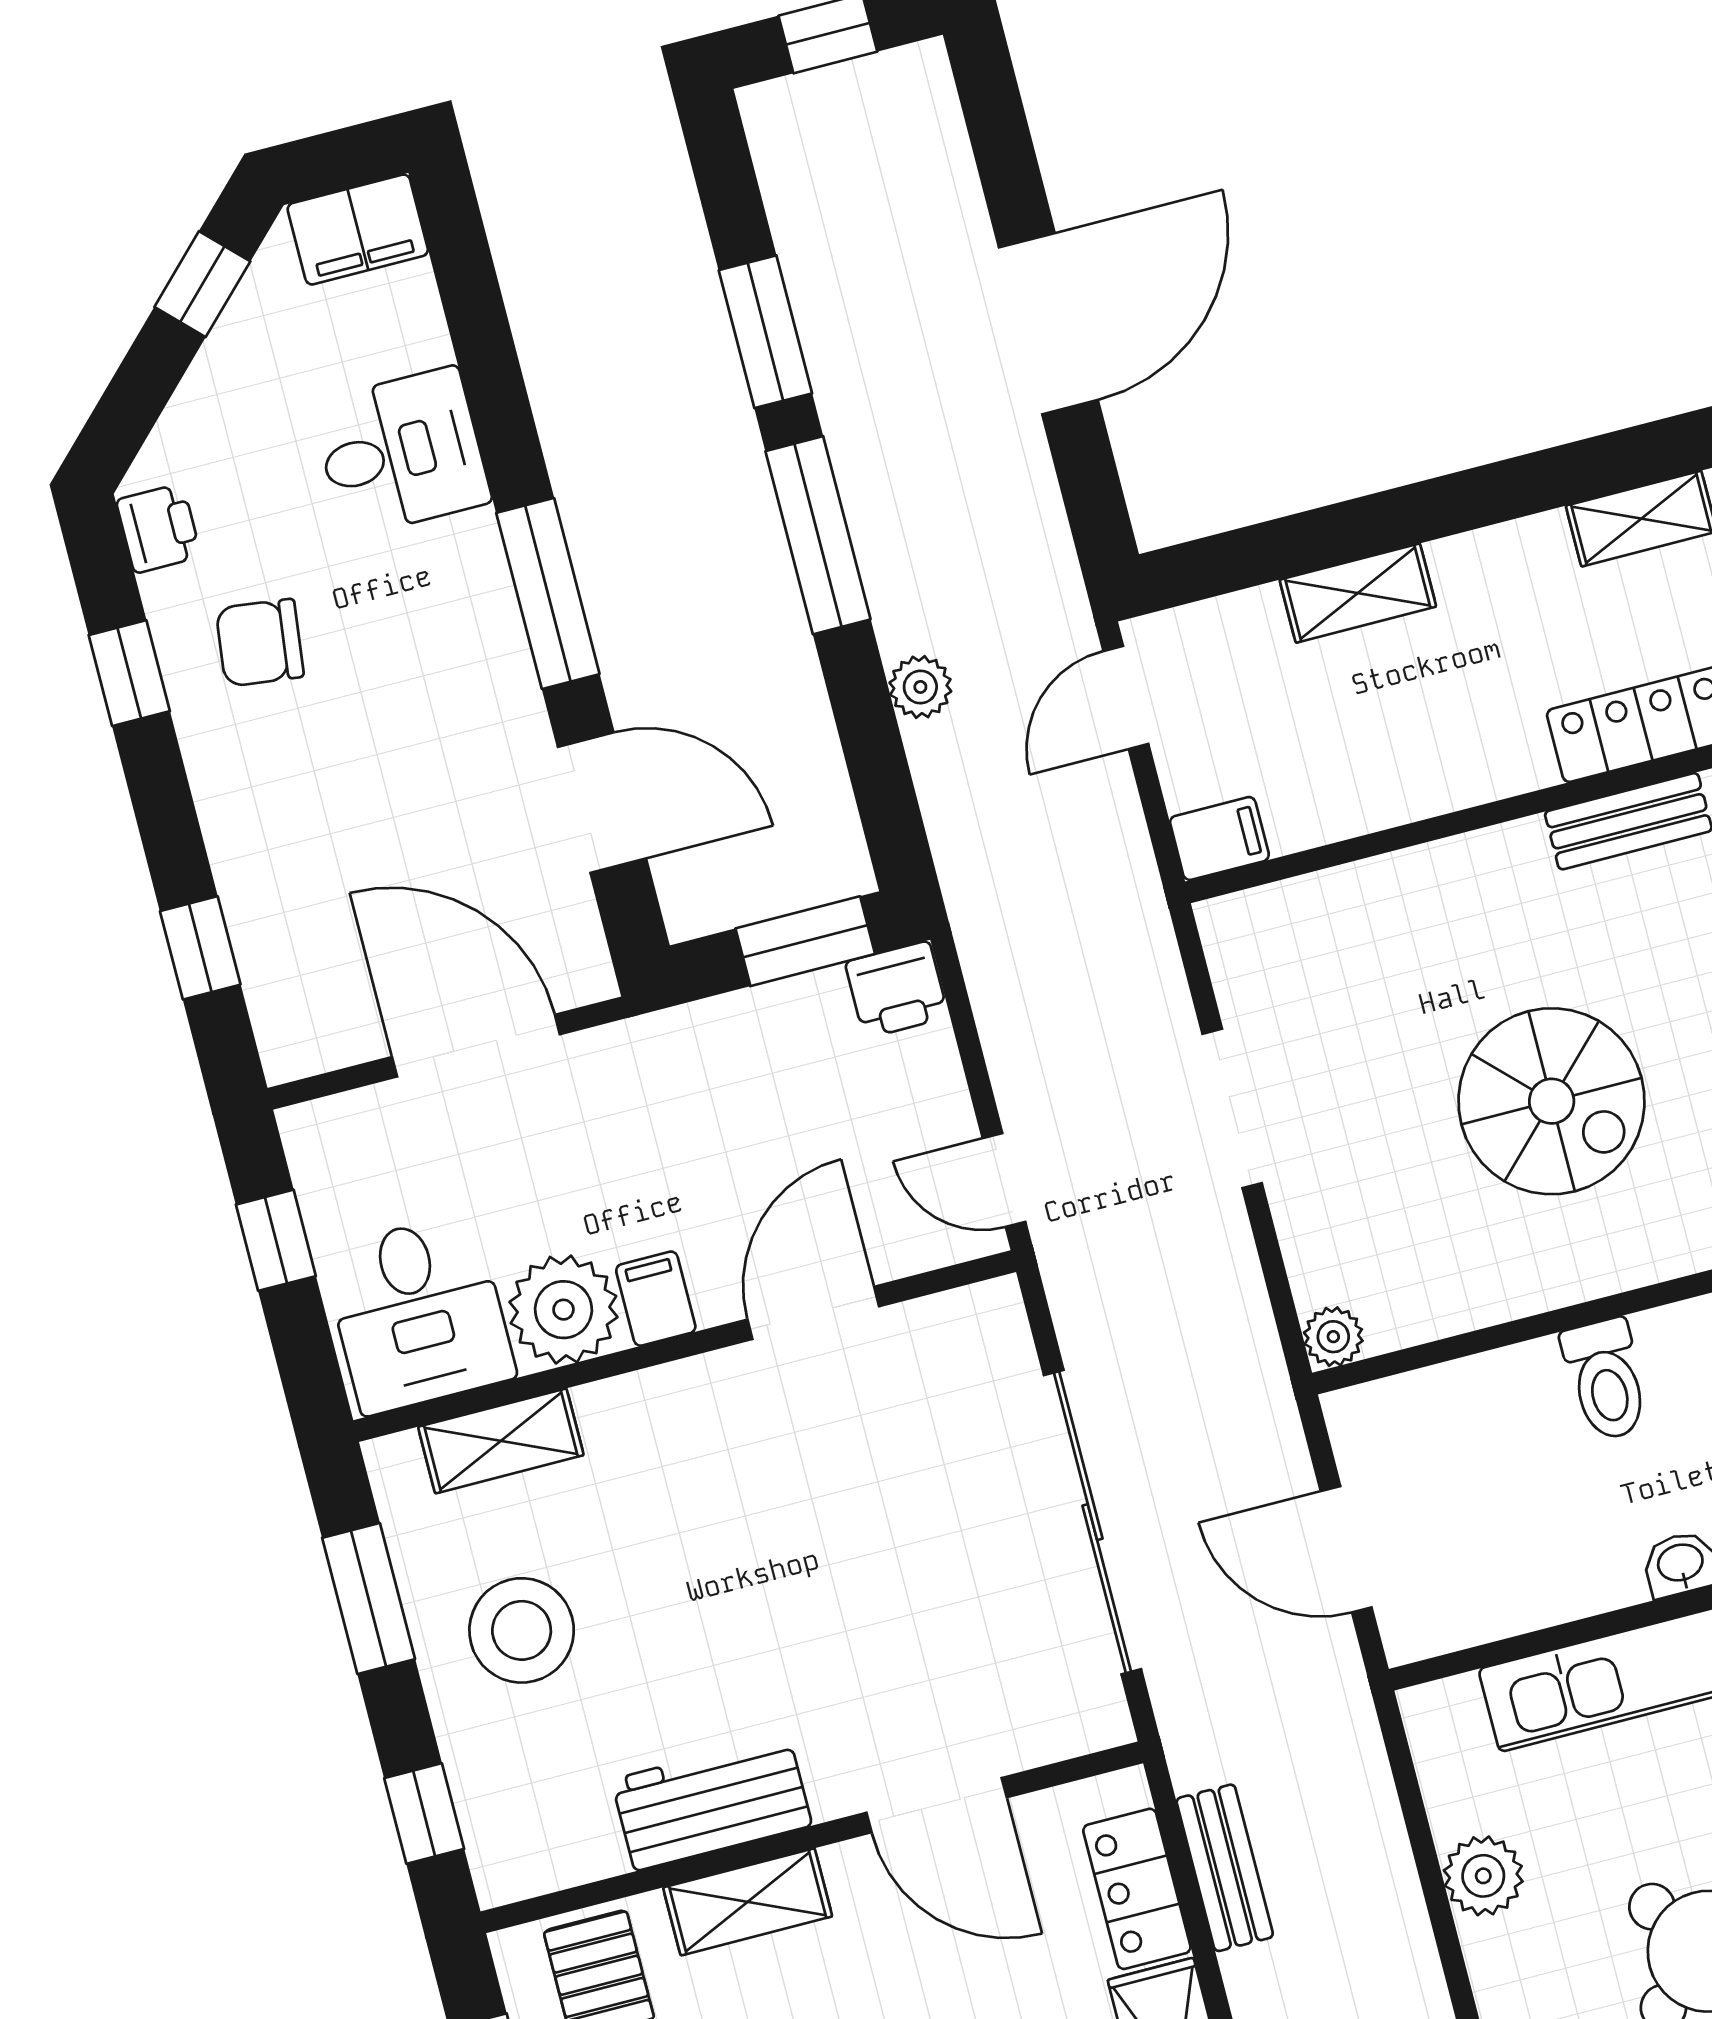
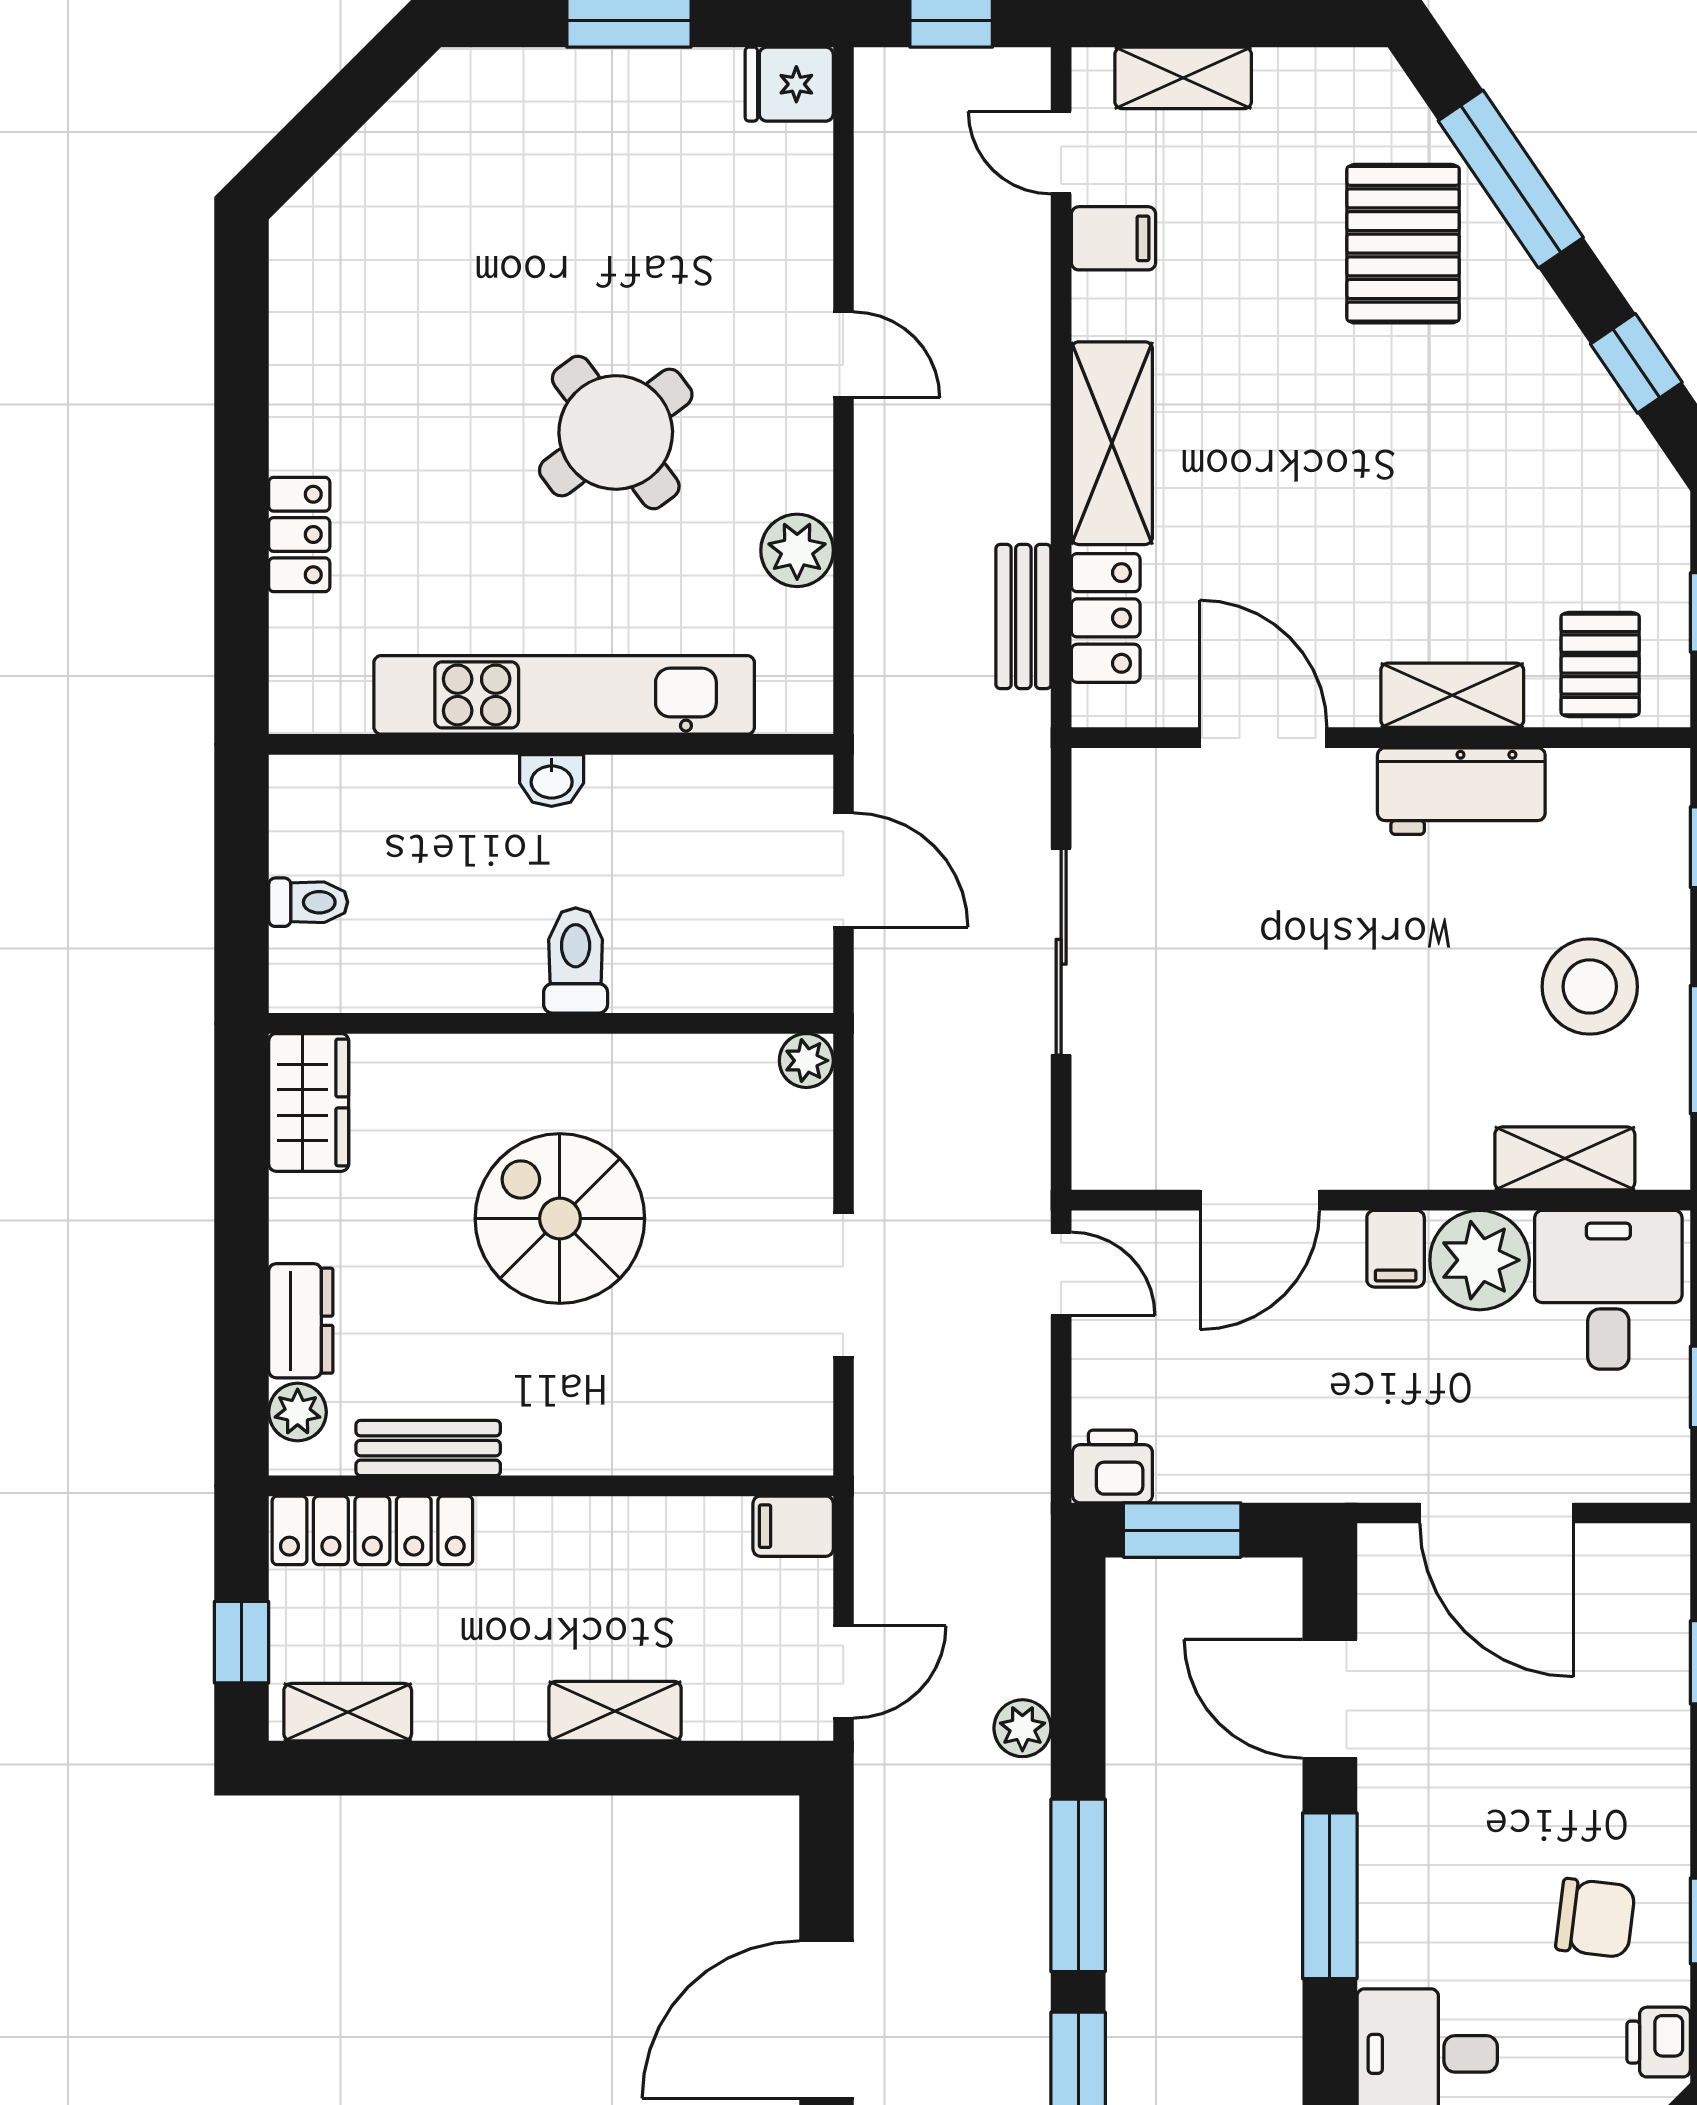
sliding door: (1093, 1522) -> (1061, 952), width x0.73

